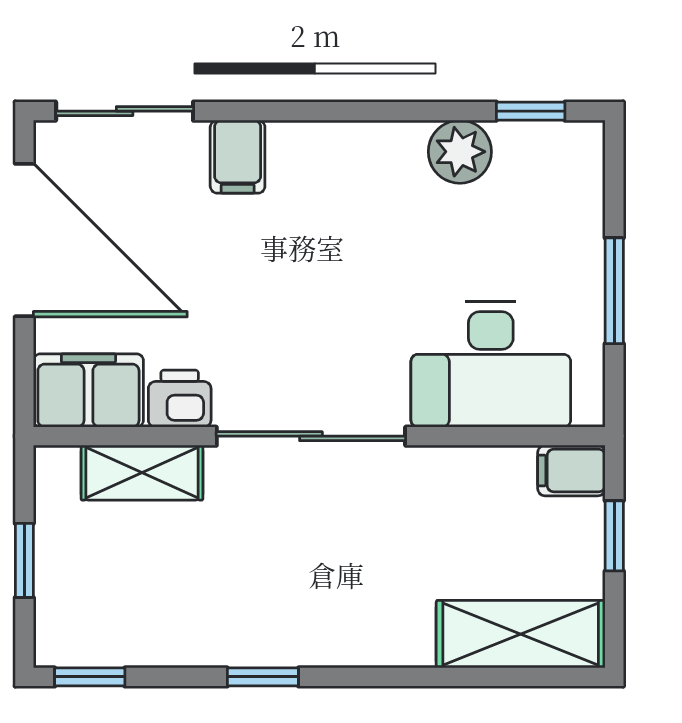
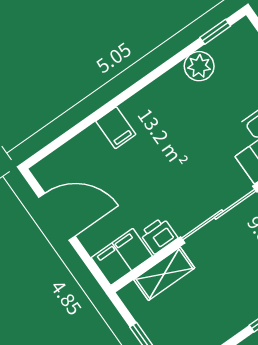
sliding door: (125, 111) -> (61, 141), removed
door: (24, 240) -> (57, 217), width x0.73

